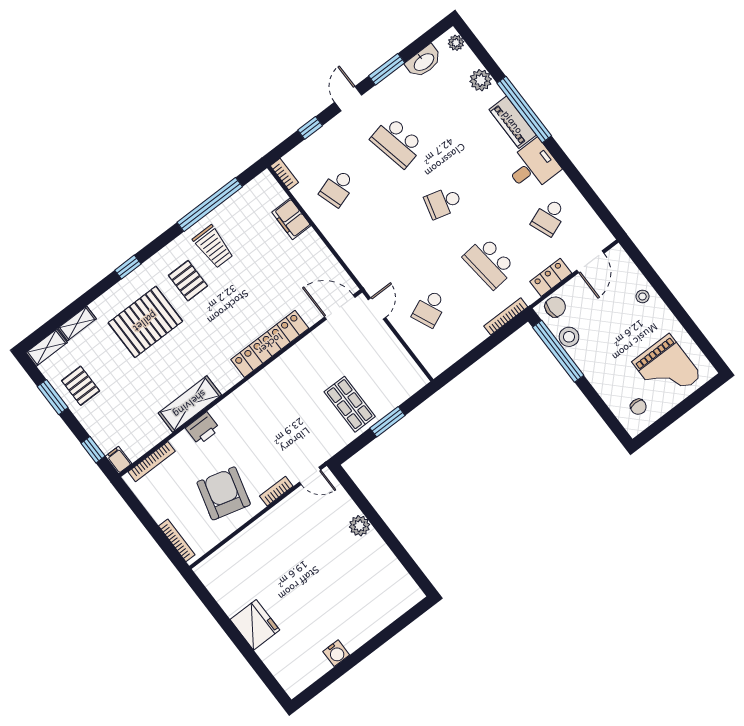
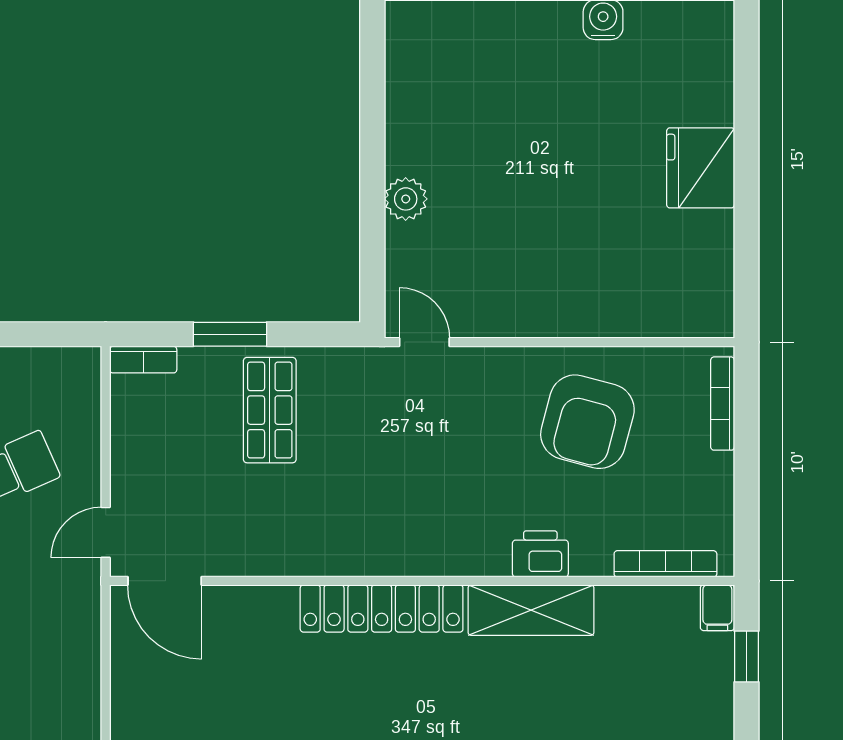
locker: (270, 344) -> (382, 609), moved
bookcase: (276, 491) -> (143, 360), moved

